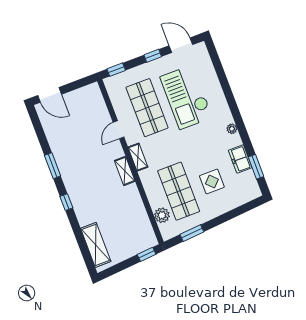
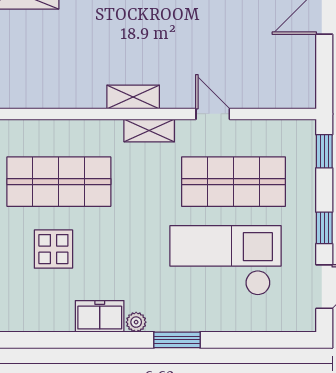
freezer: (240, 159) -> (100, 316), moved
window: (256, 167) -> (177, 340), moved
plant: (162, 215) -> (26, 134), removed

